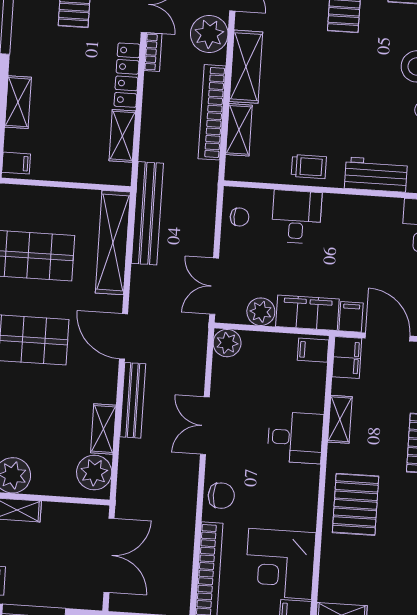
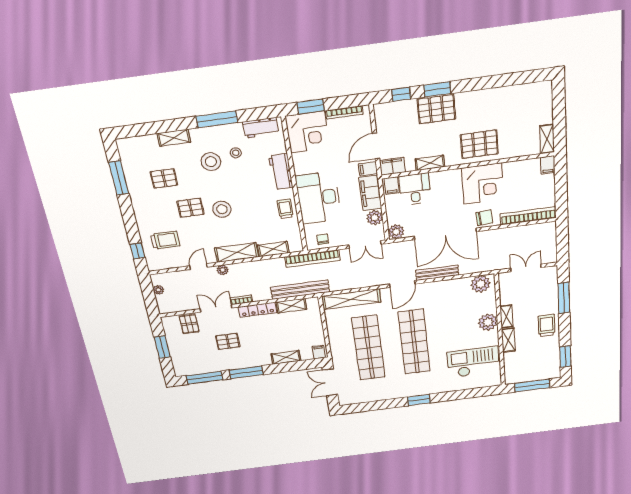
plant: (209, 34) -> (223, 270), width x0.53, depth x0.53
stool: (330, 63) -> (222, 209), added
bookcase: (212, 112) -> (312, 259), moved
bench: (147, 213) -> (300, 290), moved
desk: (296, 217) -> (319, 198), width x1.87, depth x1.30
double door: (205, 426) -> (445, 234), width x1.87
shelving: (103, 429) -> (456, 284), removed
desk: (295, 438) -> (415, 189), moved
chair: (221, 496) -> (484, 218), turned 86
double door: (109, 555) -> (526, 268), width x0.73
corner desk: (280, 564) -> (483, 184), moved

